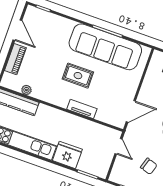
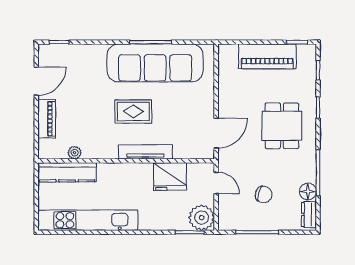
door: (17, 30) -> (36, 81), hinge flipped
tv unit: (82, 109) -> (145, 152), width x1.41
fridge: (67, 155) -> (170, 177), moved, turned 180
plant: (100, 167) -> (202, 218), added

